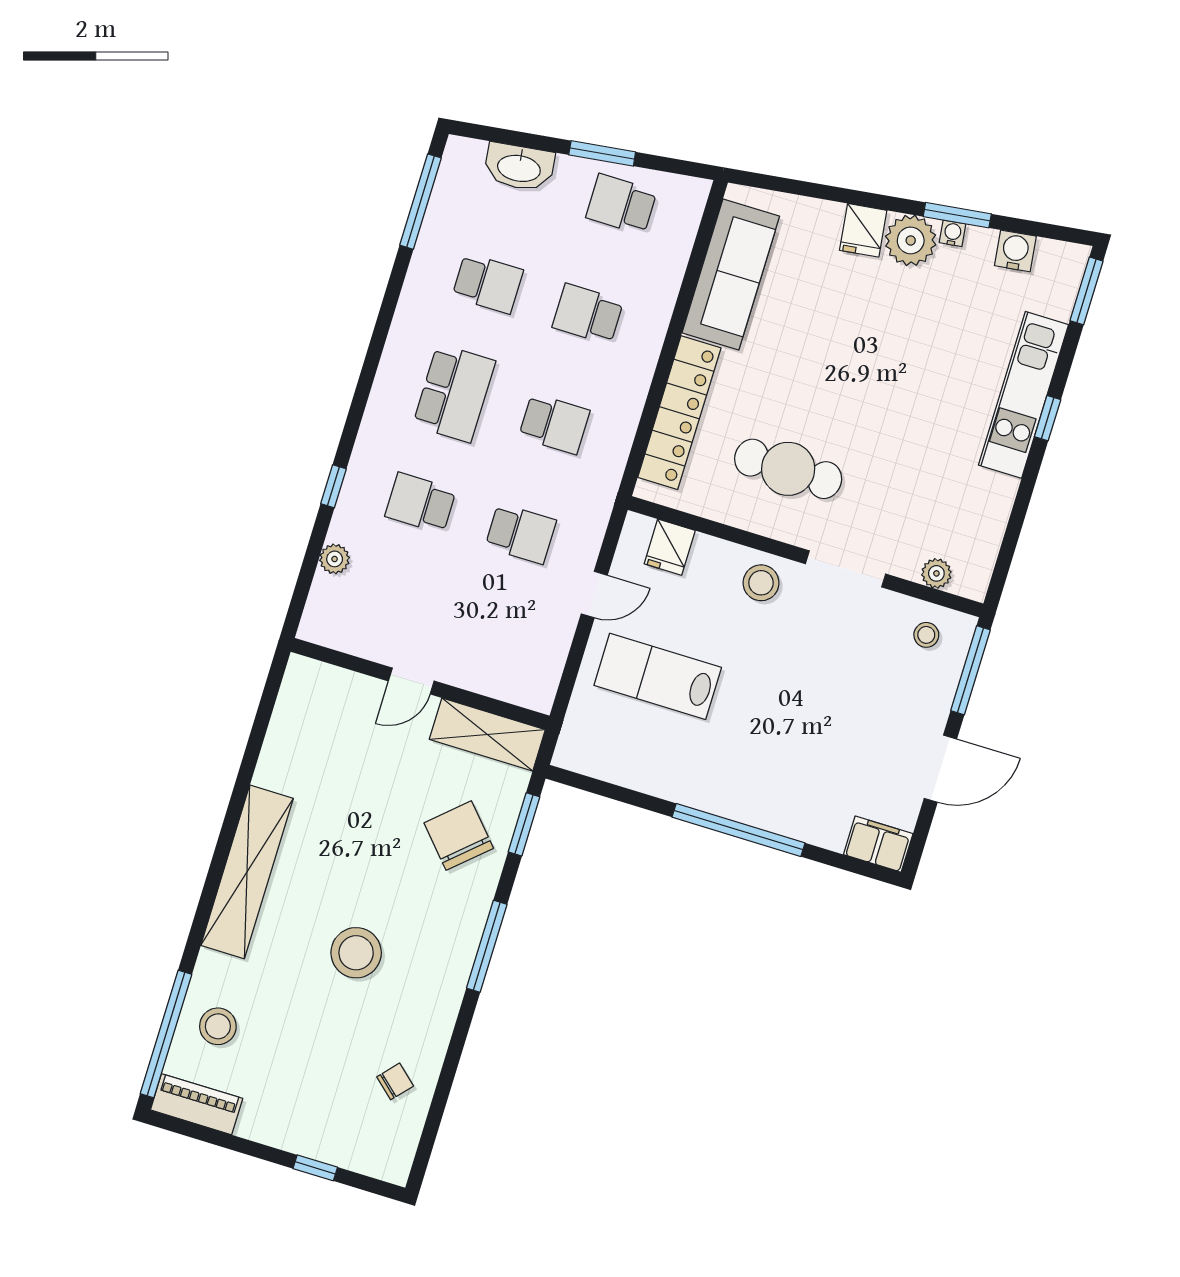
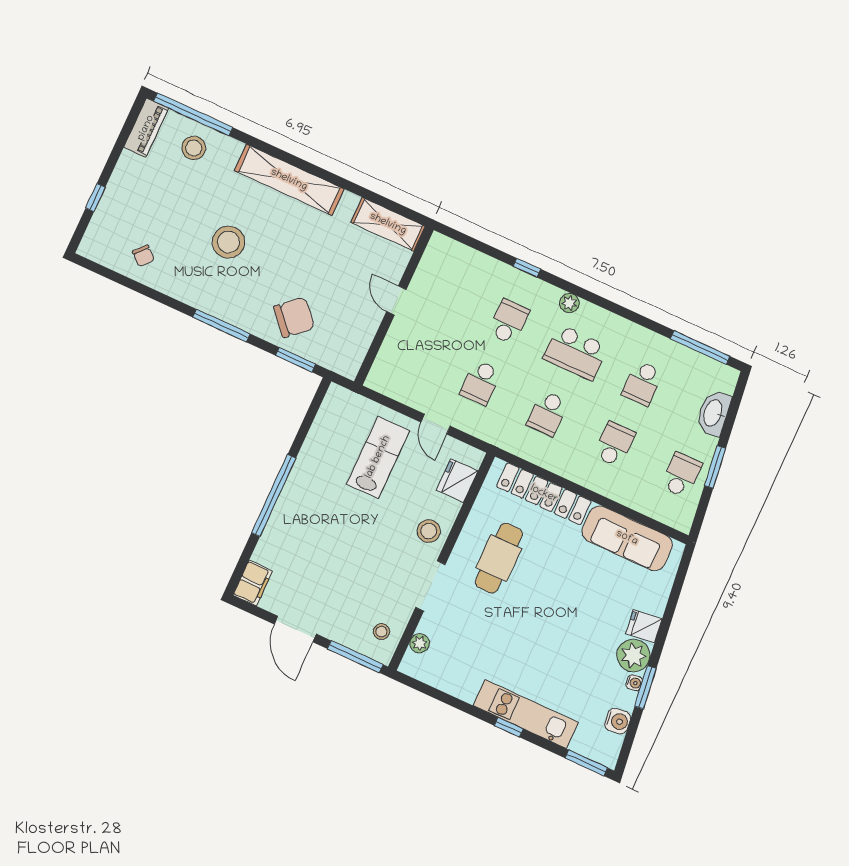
fridge: (670, 547) -> (457, 481), width x1.38
plant: (335, 559) -> (569, 303), moved
shelving: (487, 734) -> (388, 224), moved, turned 90

